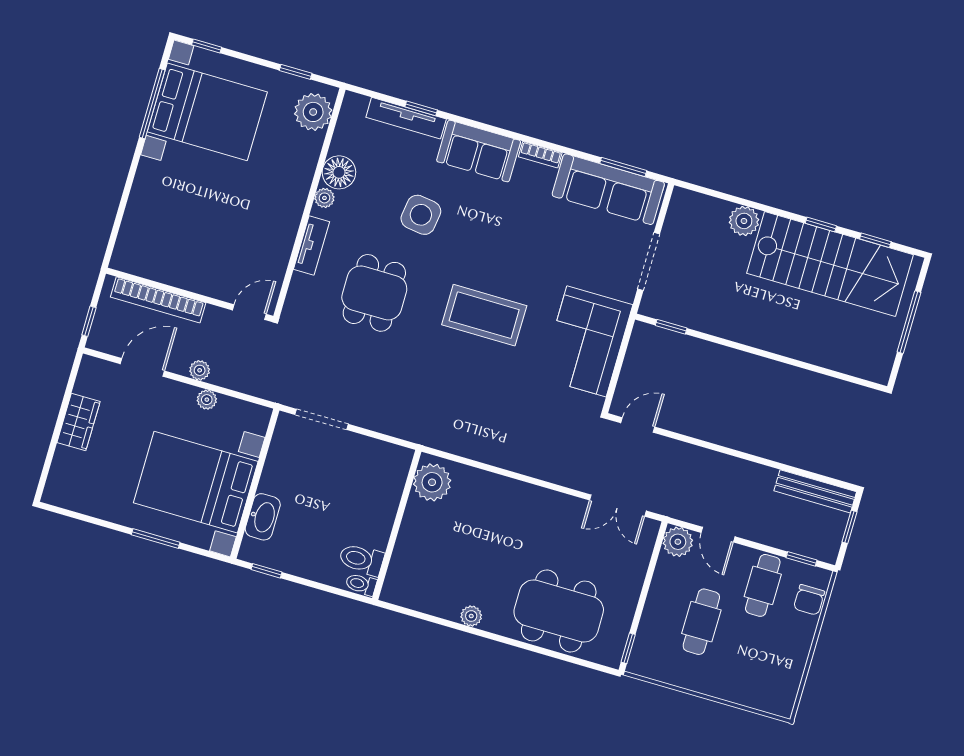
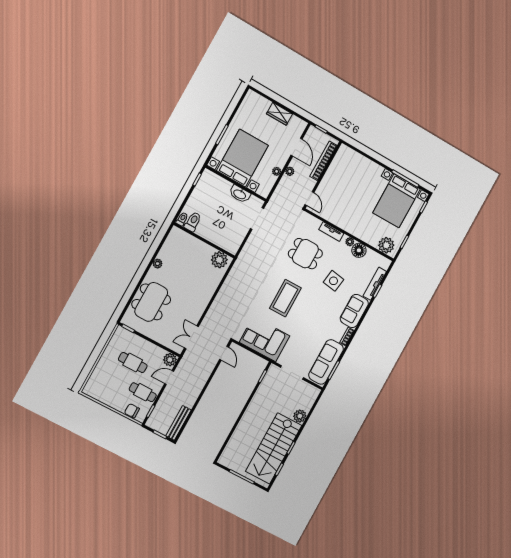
washbasin: (263, 517) -> (240, 194), moved

